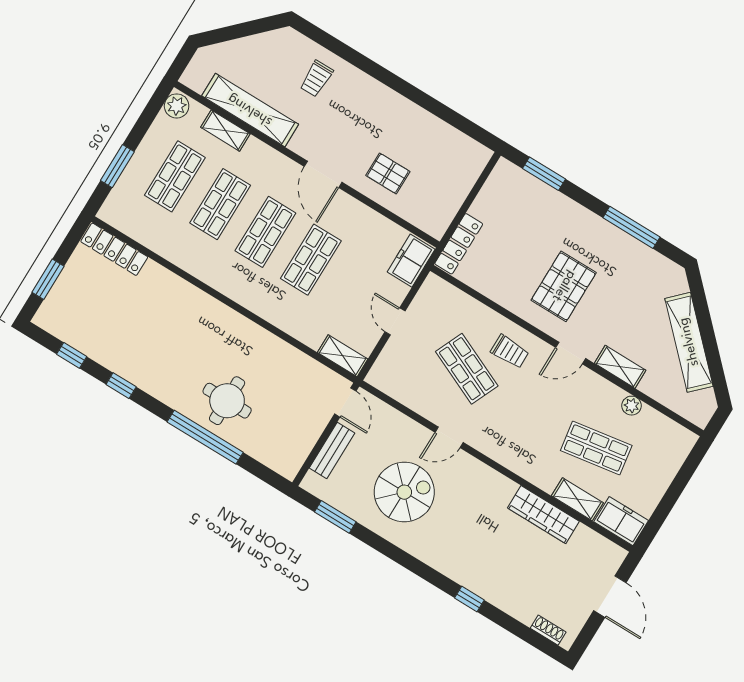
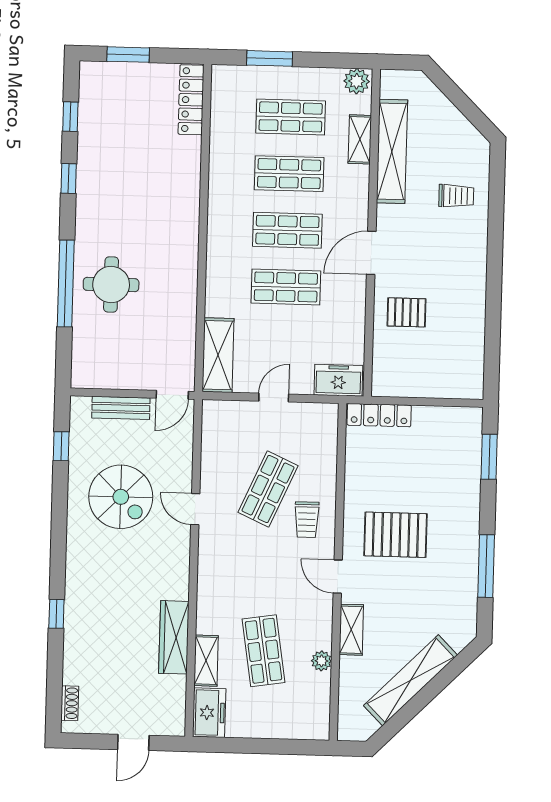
trolley: (316, 79) -> (456, 196), turned 180
pallet: (388, 173) -> (407, 312), turned 90
shelving: (343, 356) -> (218, 355), width x1.50, depth x1.33
window: (335, 517) -> (61, 446), width x0.67
door: (610, 597) -> (133, 742), width x0.73

